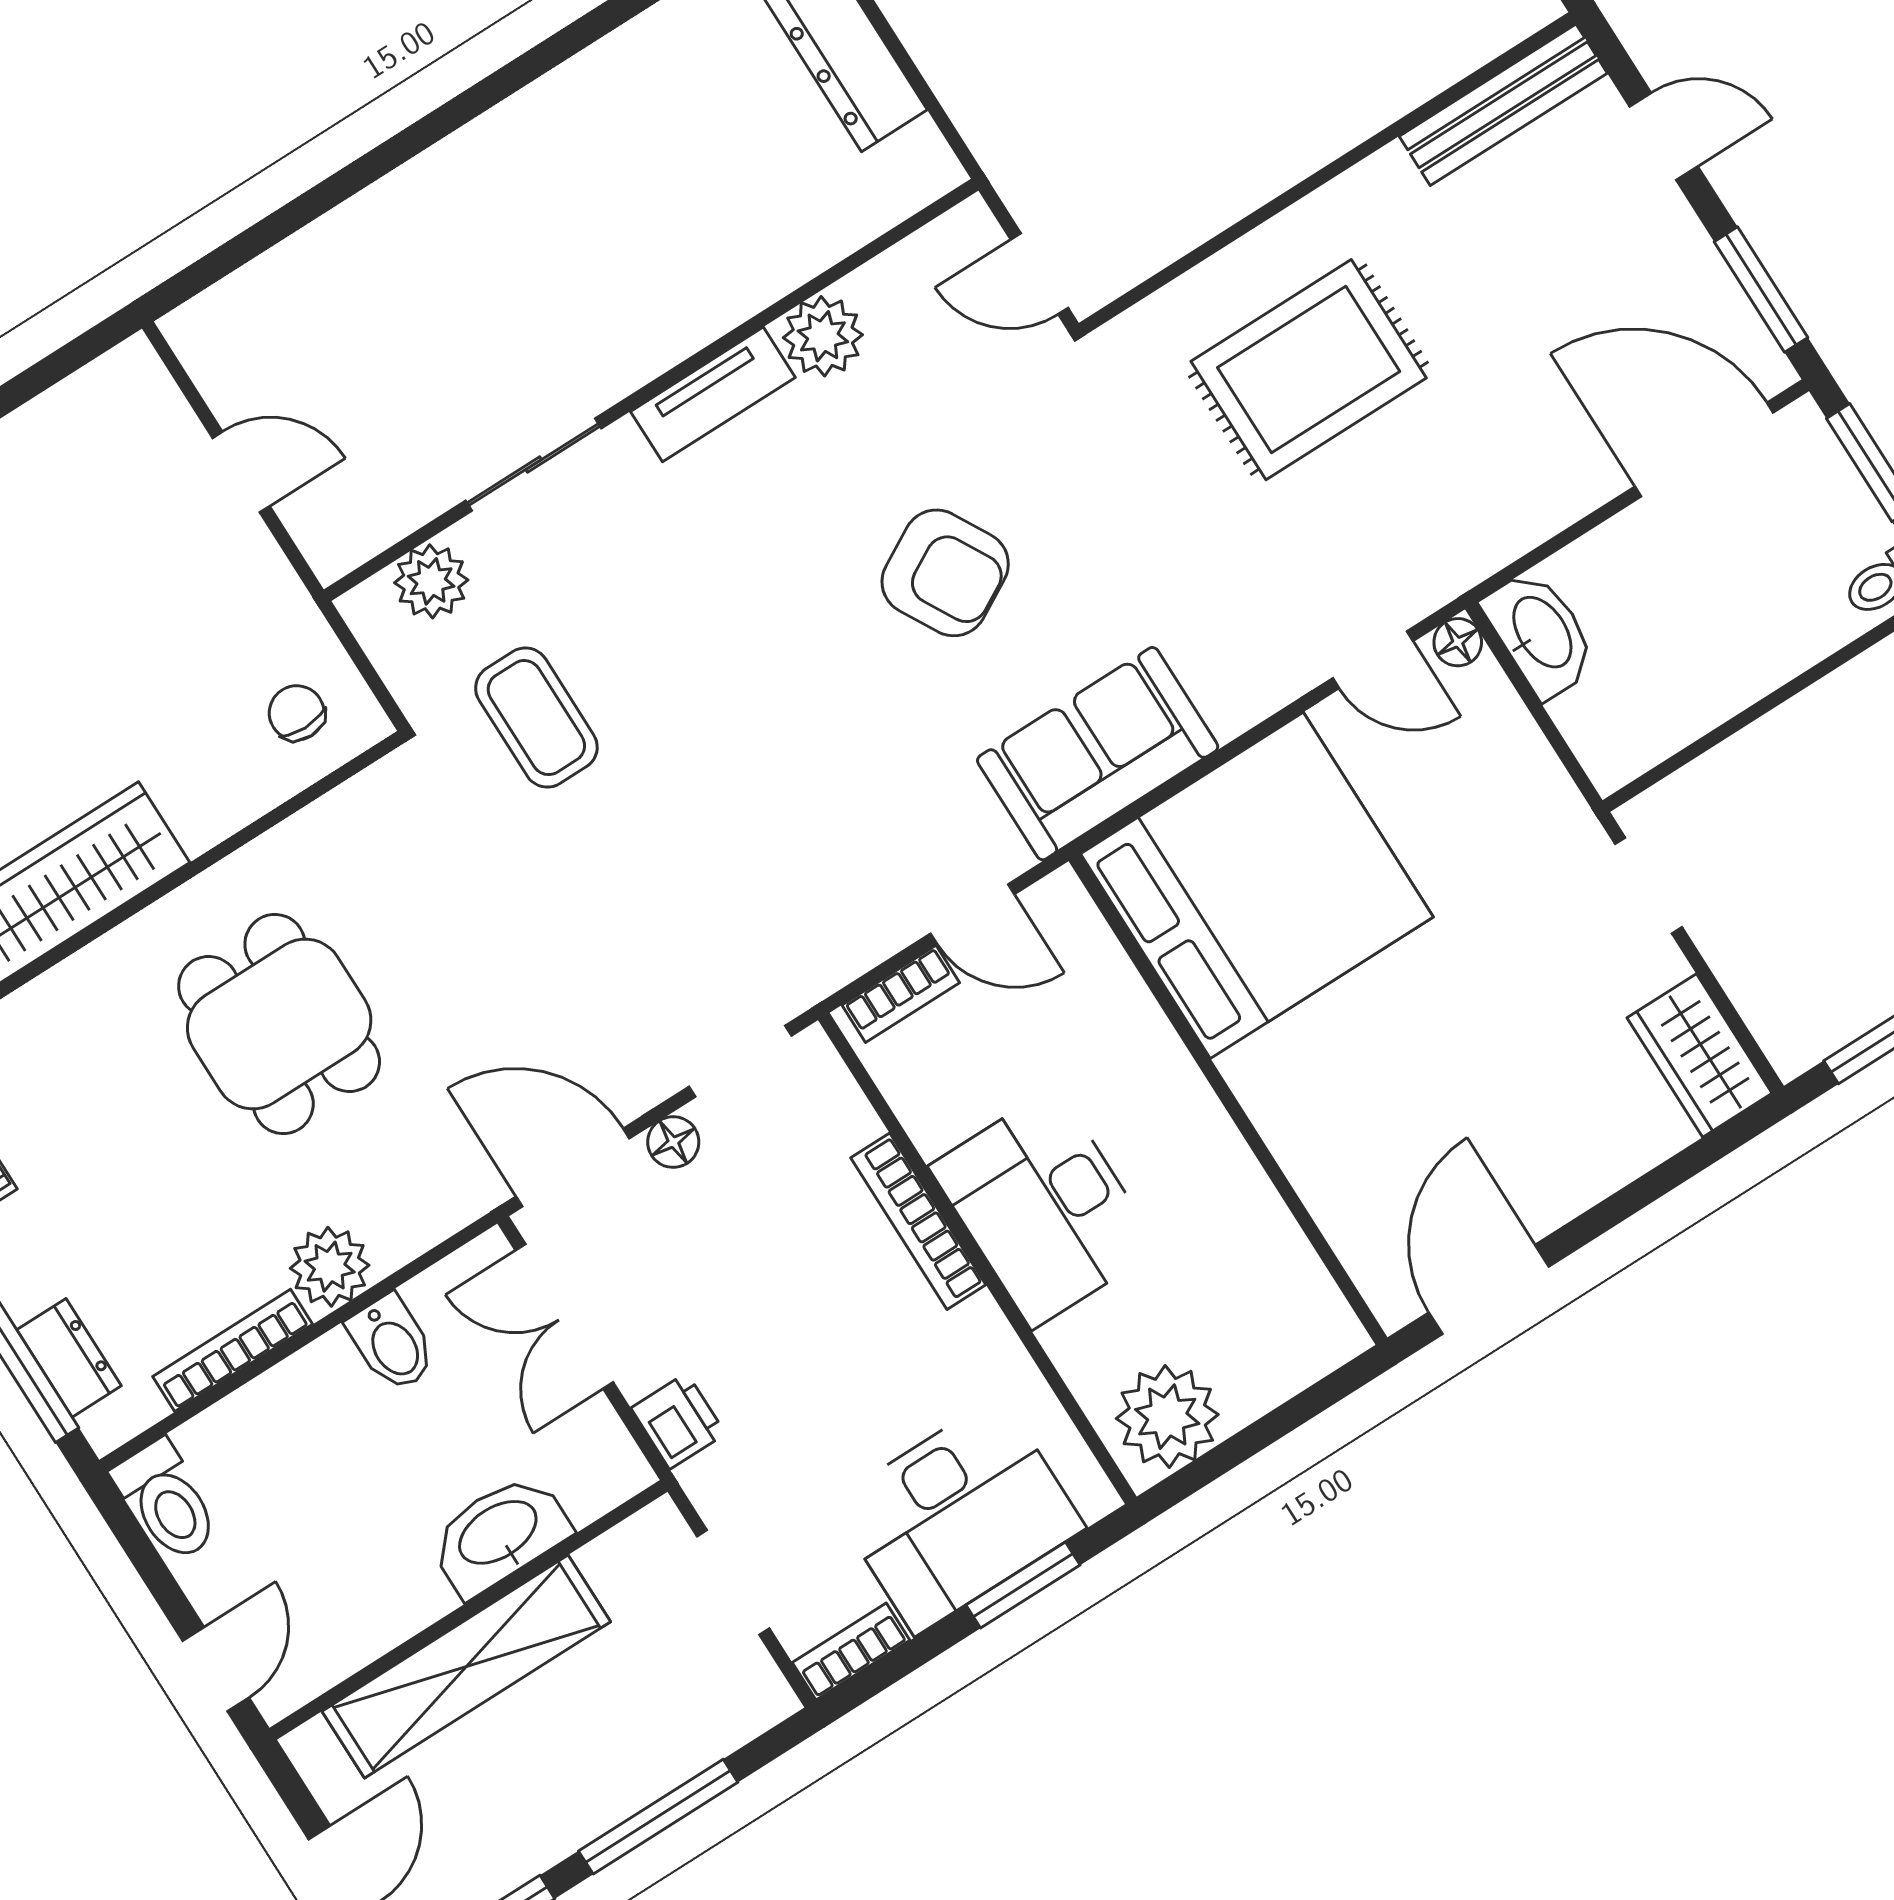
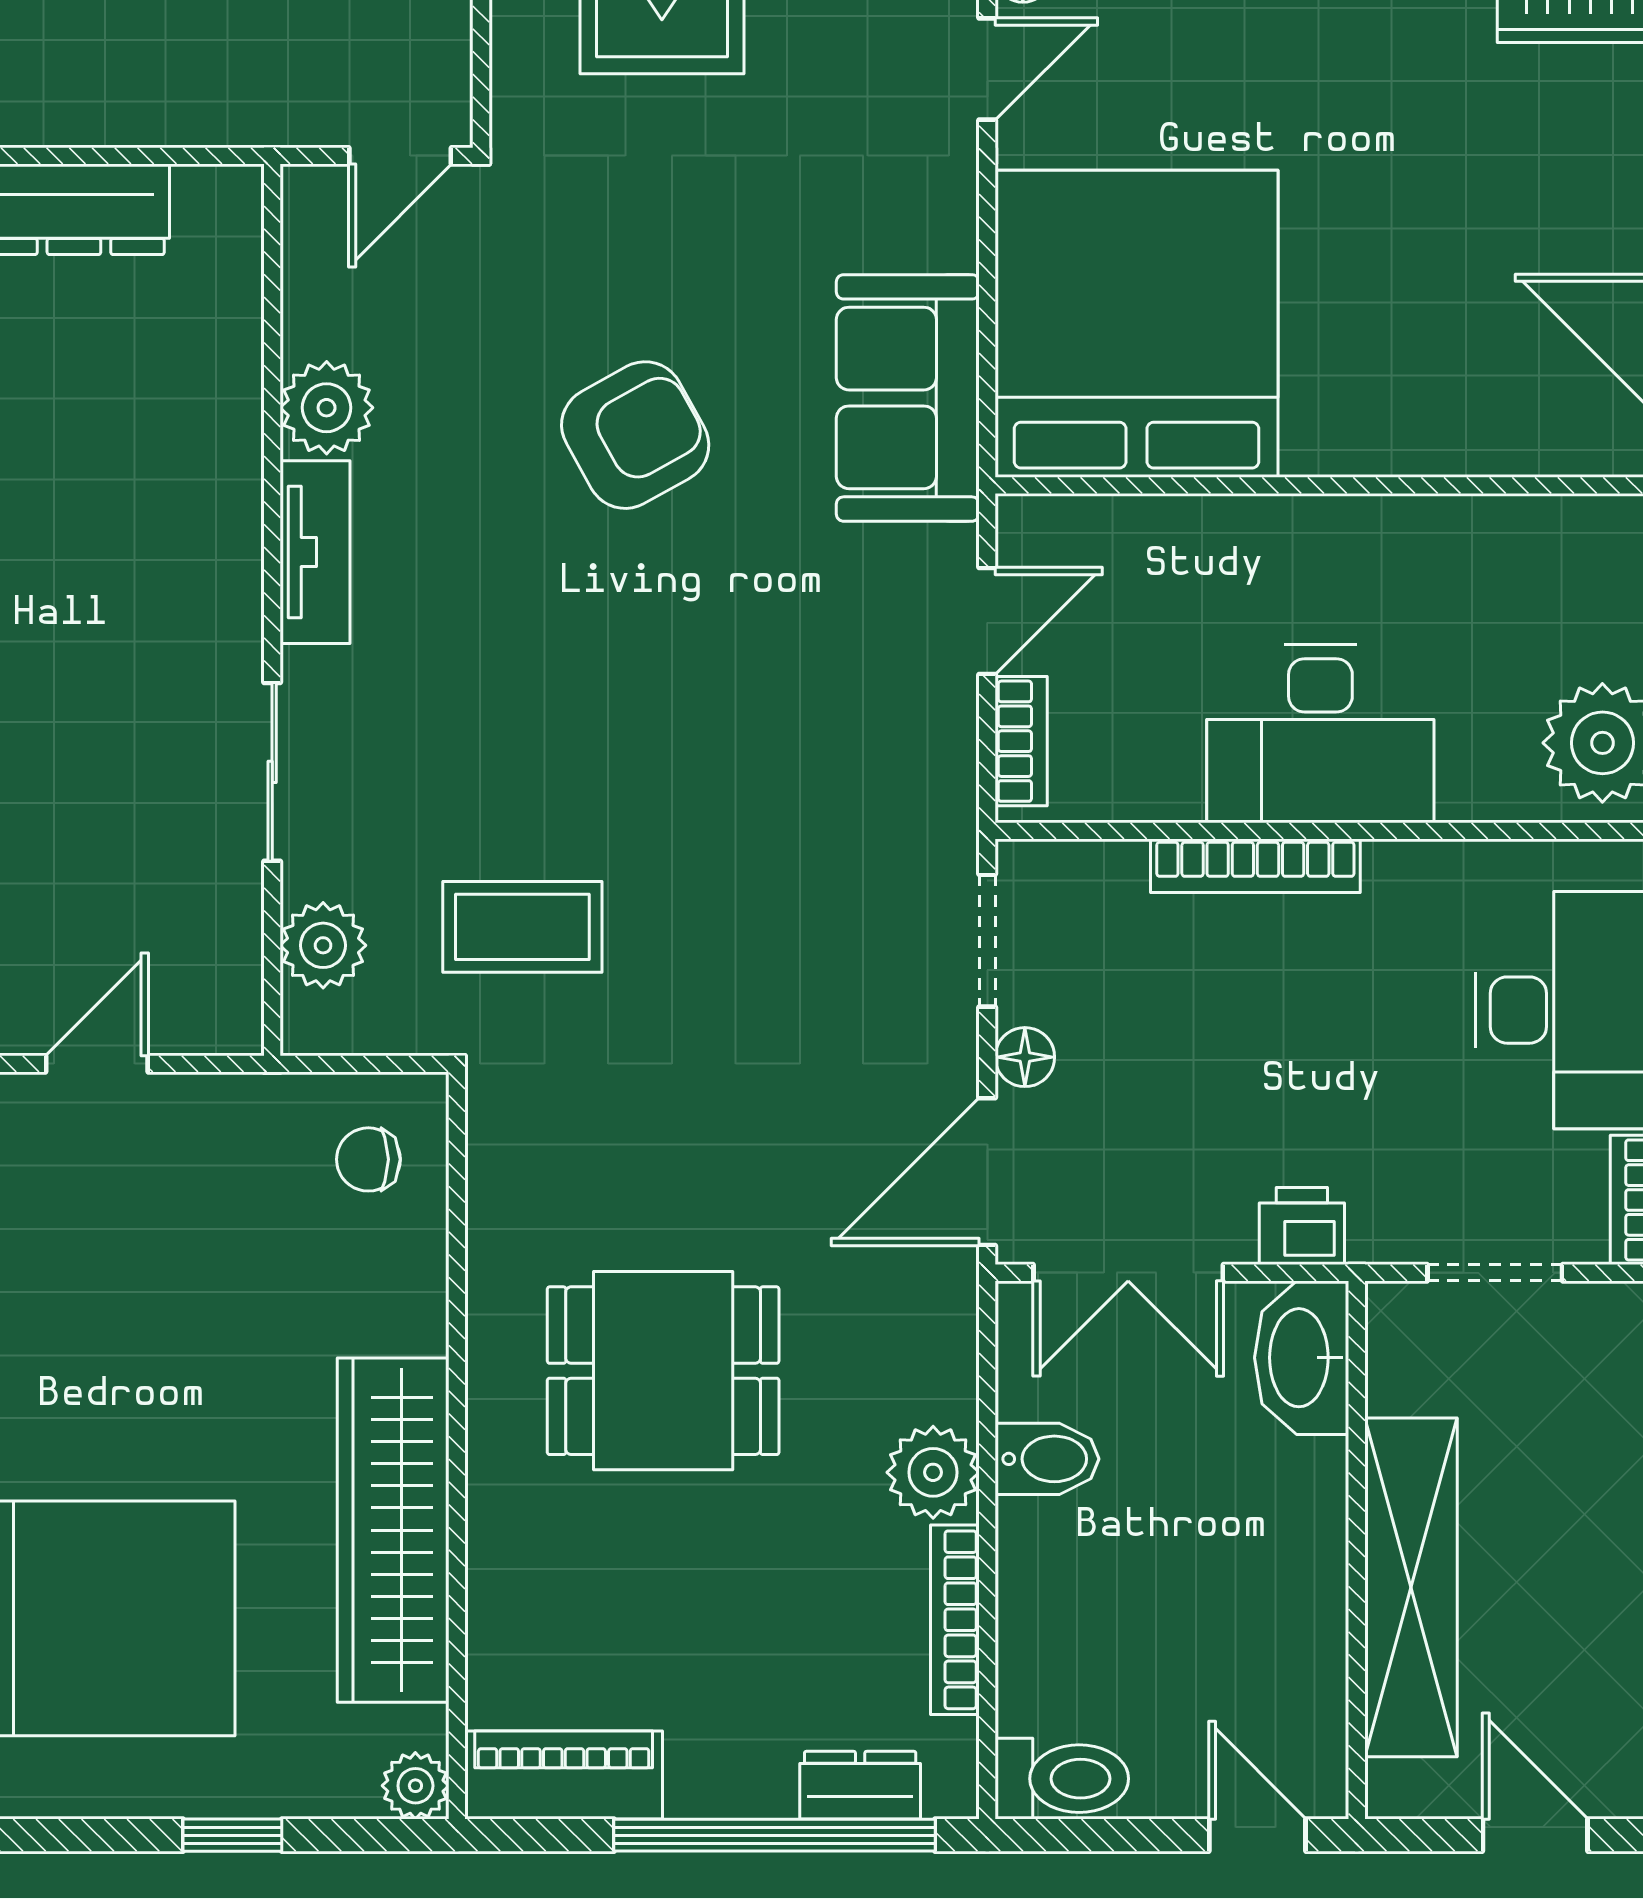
washbasin: (499, 1534) -> (1302, 1358), moved

